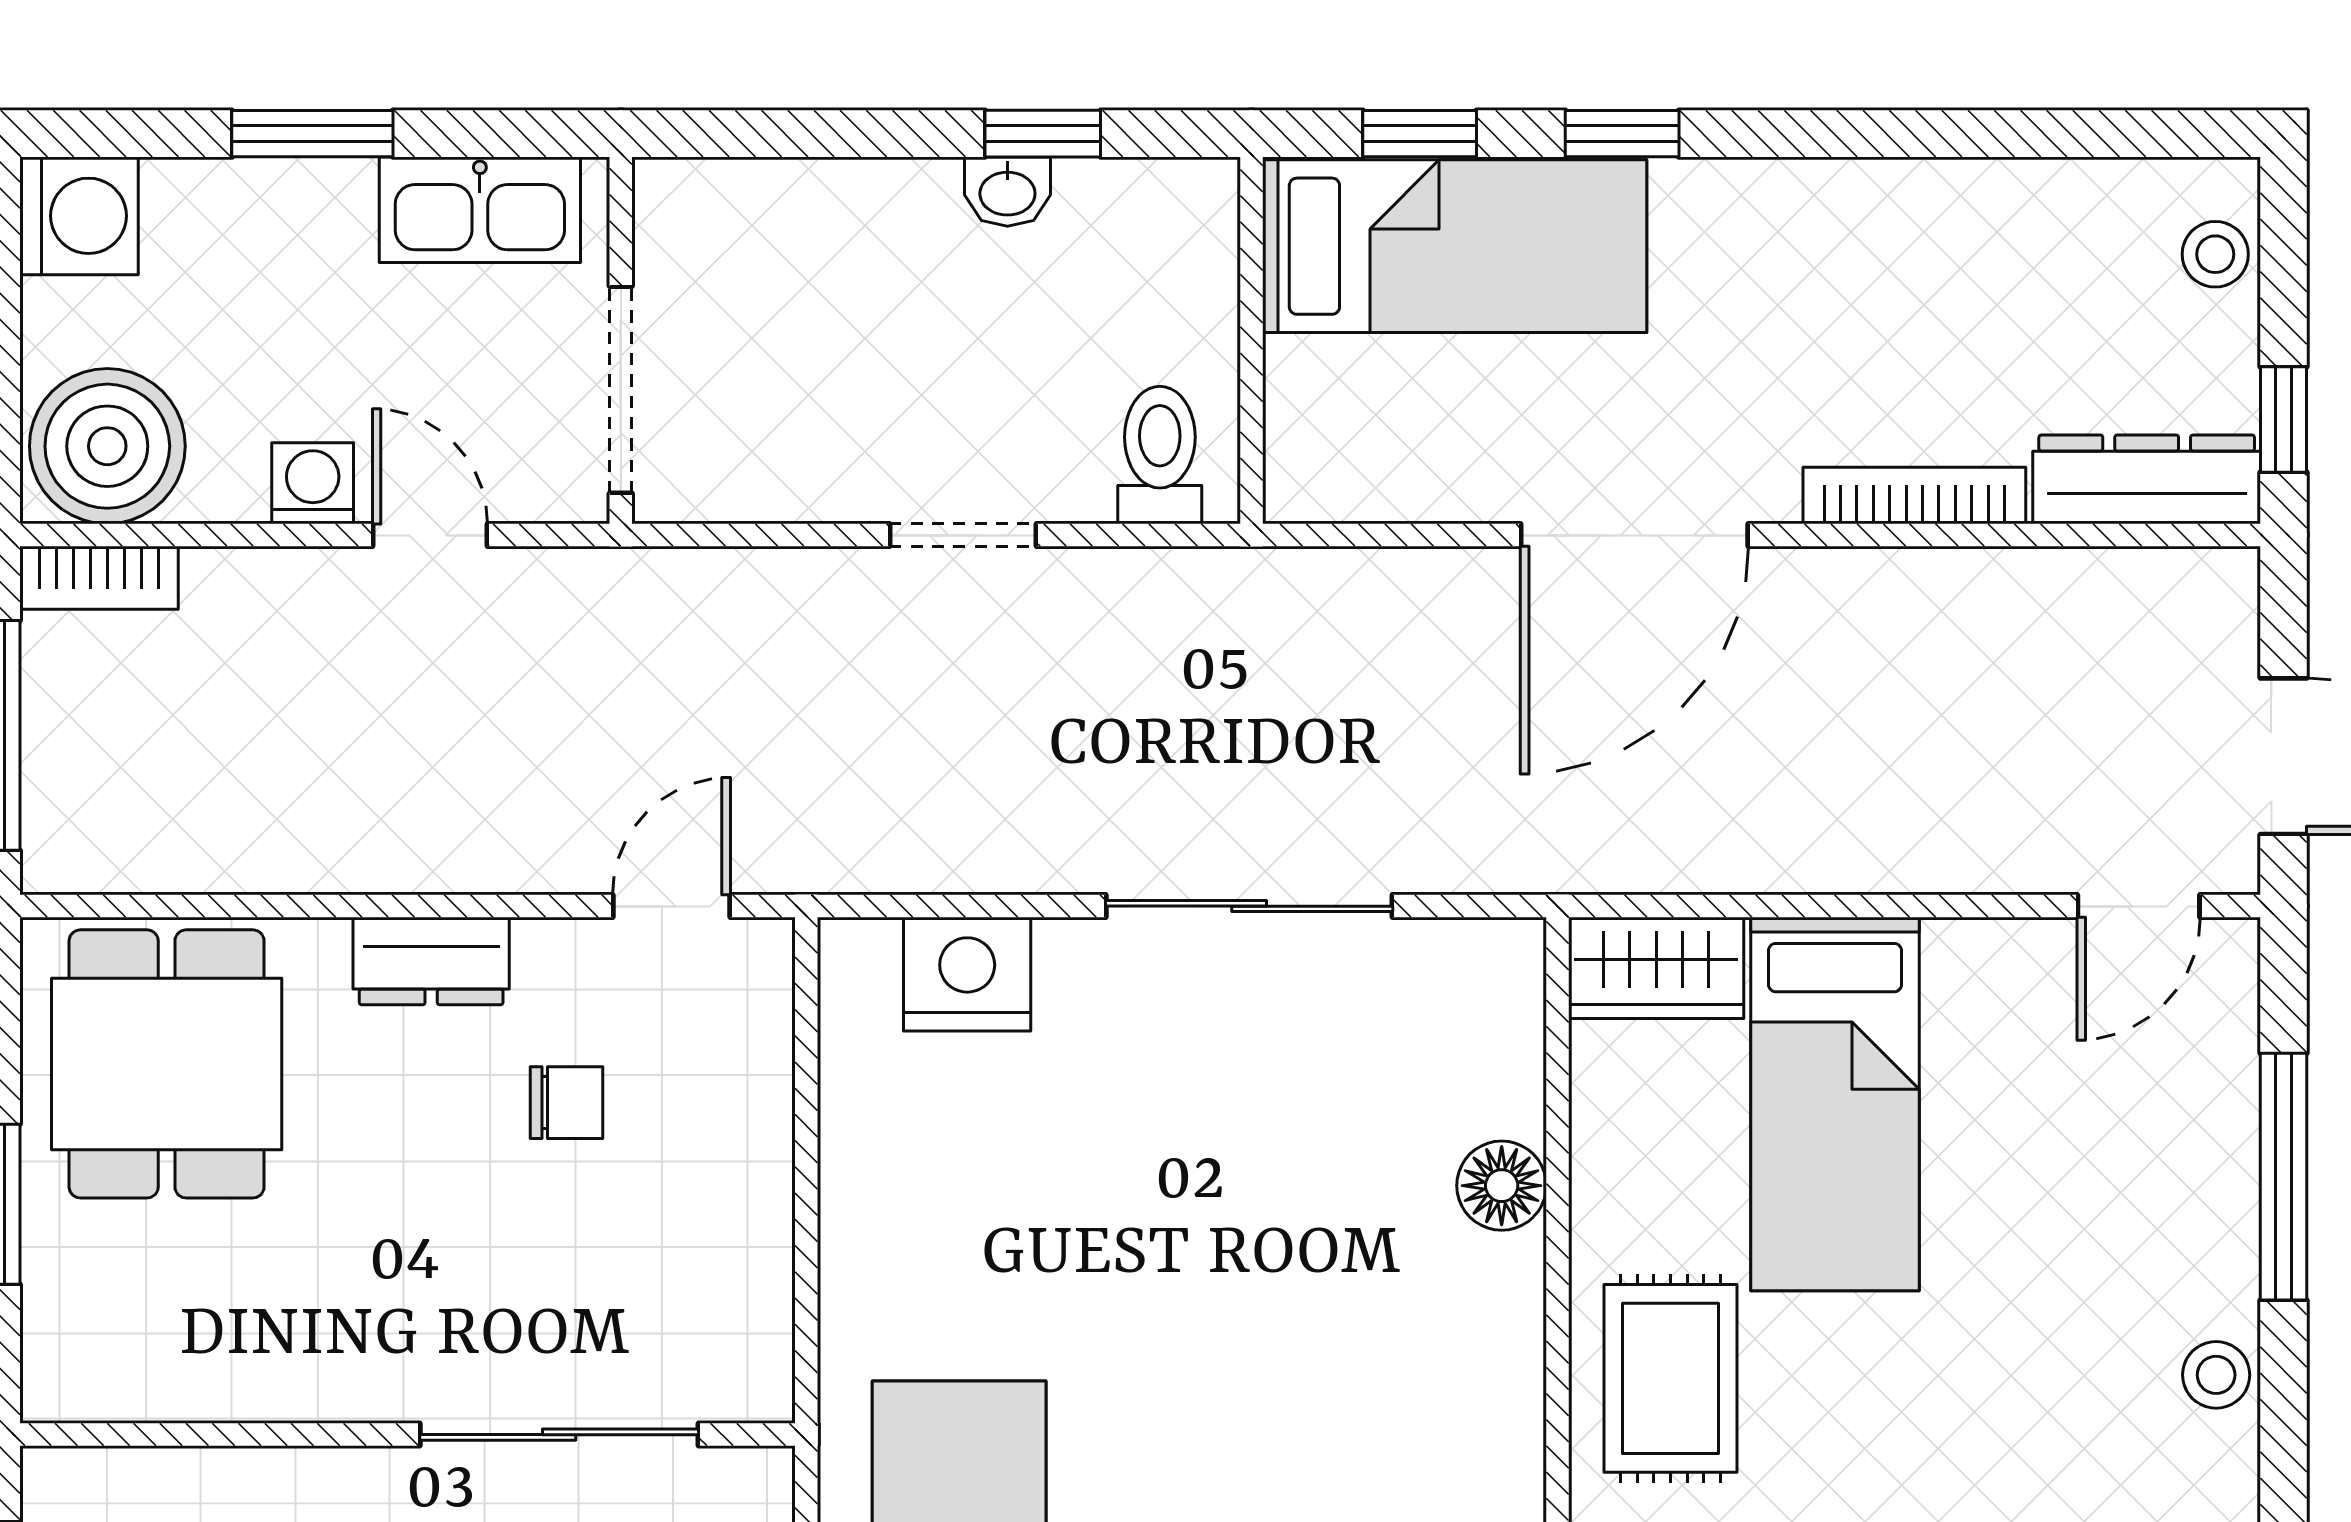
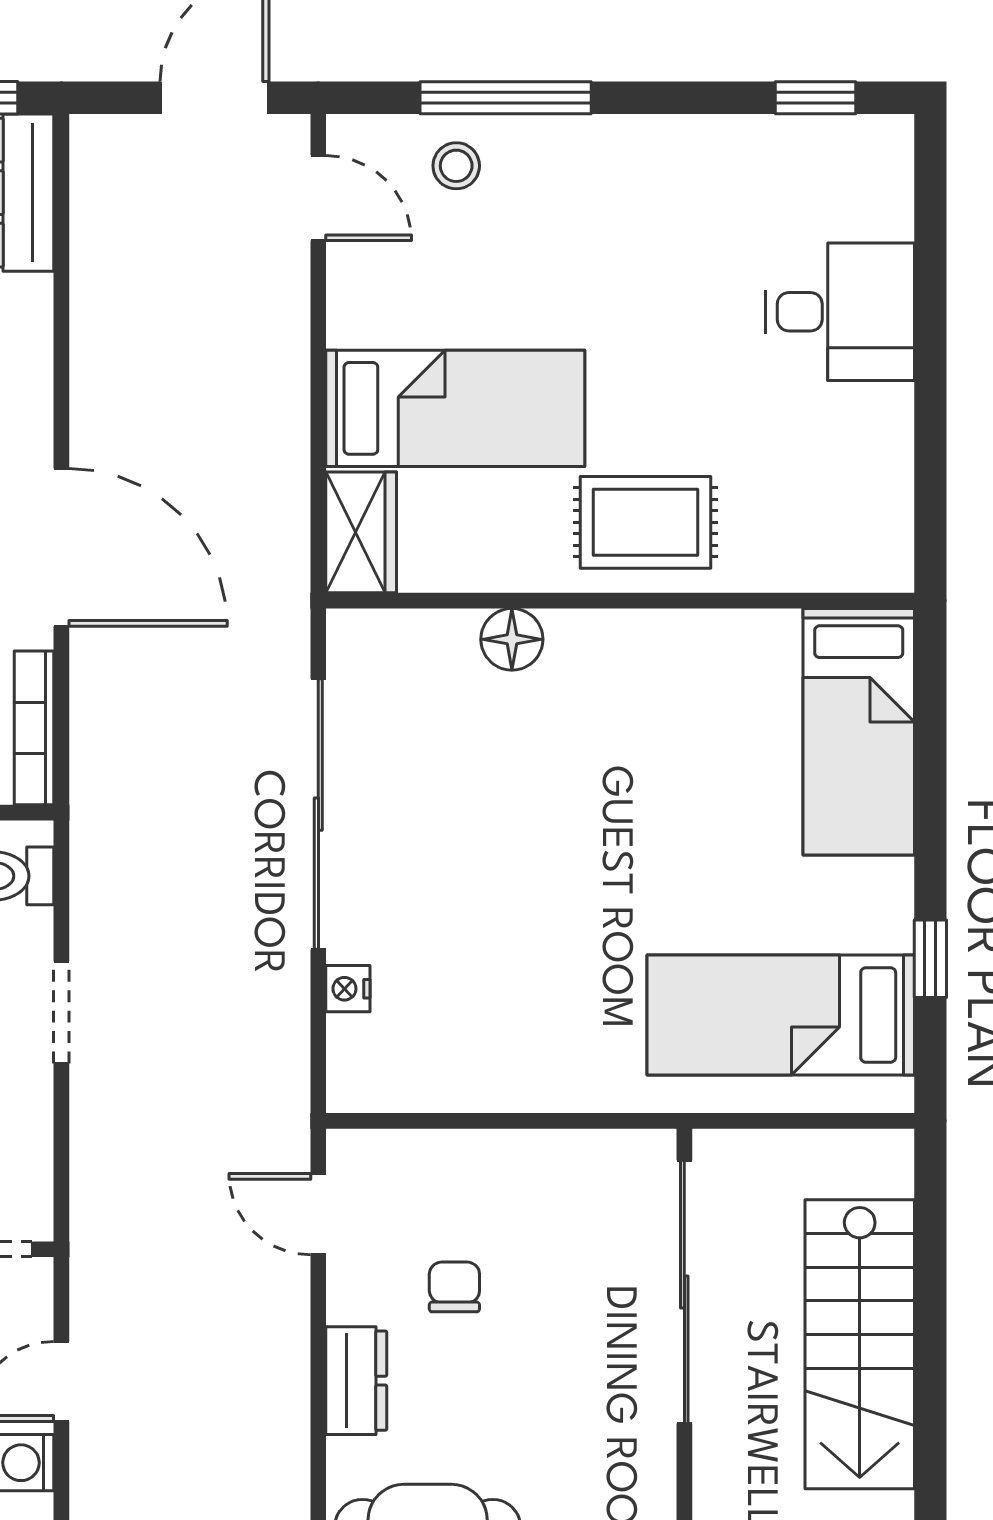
bookcase: (1914, 496) -> (34, 728), moved
sliding door: (1249, 906) -> (318, 814), width x1.36
nightstand: (967, 974) -> (348, 989), width x0.53, depth x0.56
stool: (2216, 1375) -> (456, 166), moved
sliding door: (559, 1435) -> (684, 1292), width x1.36

